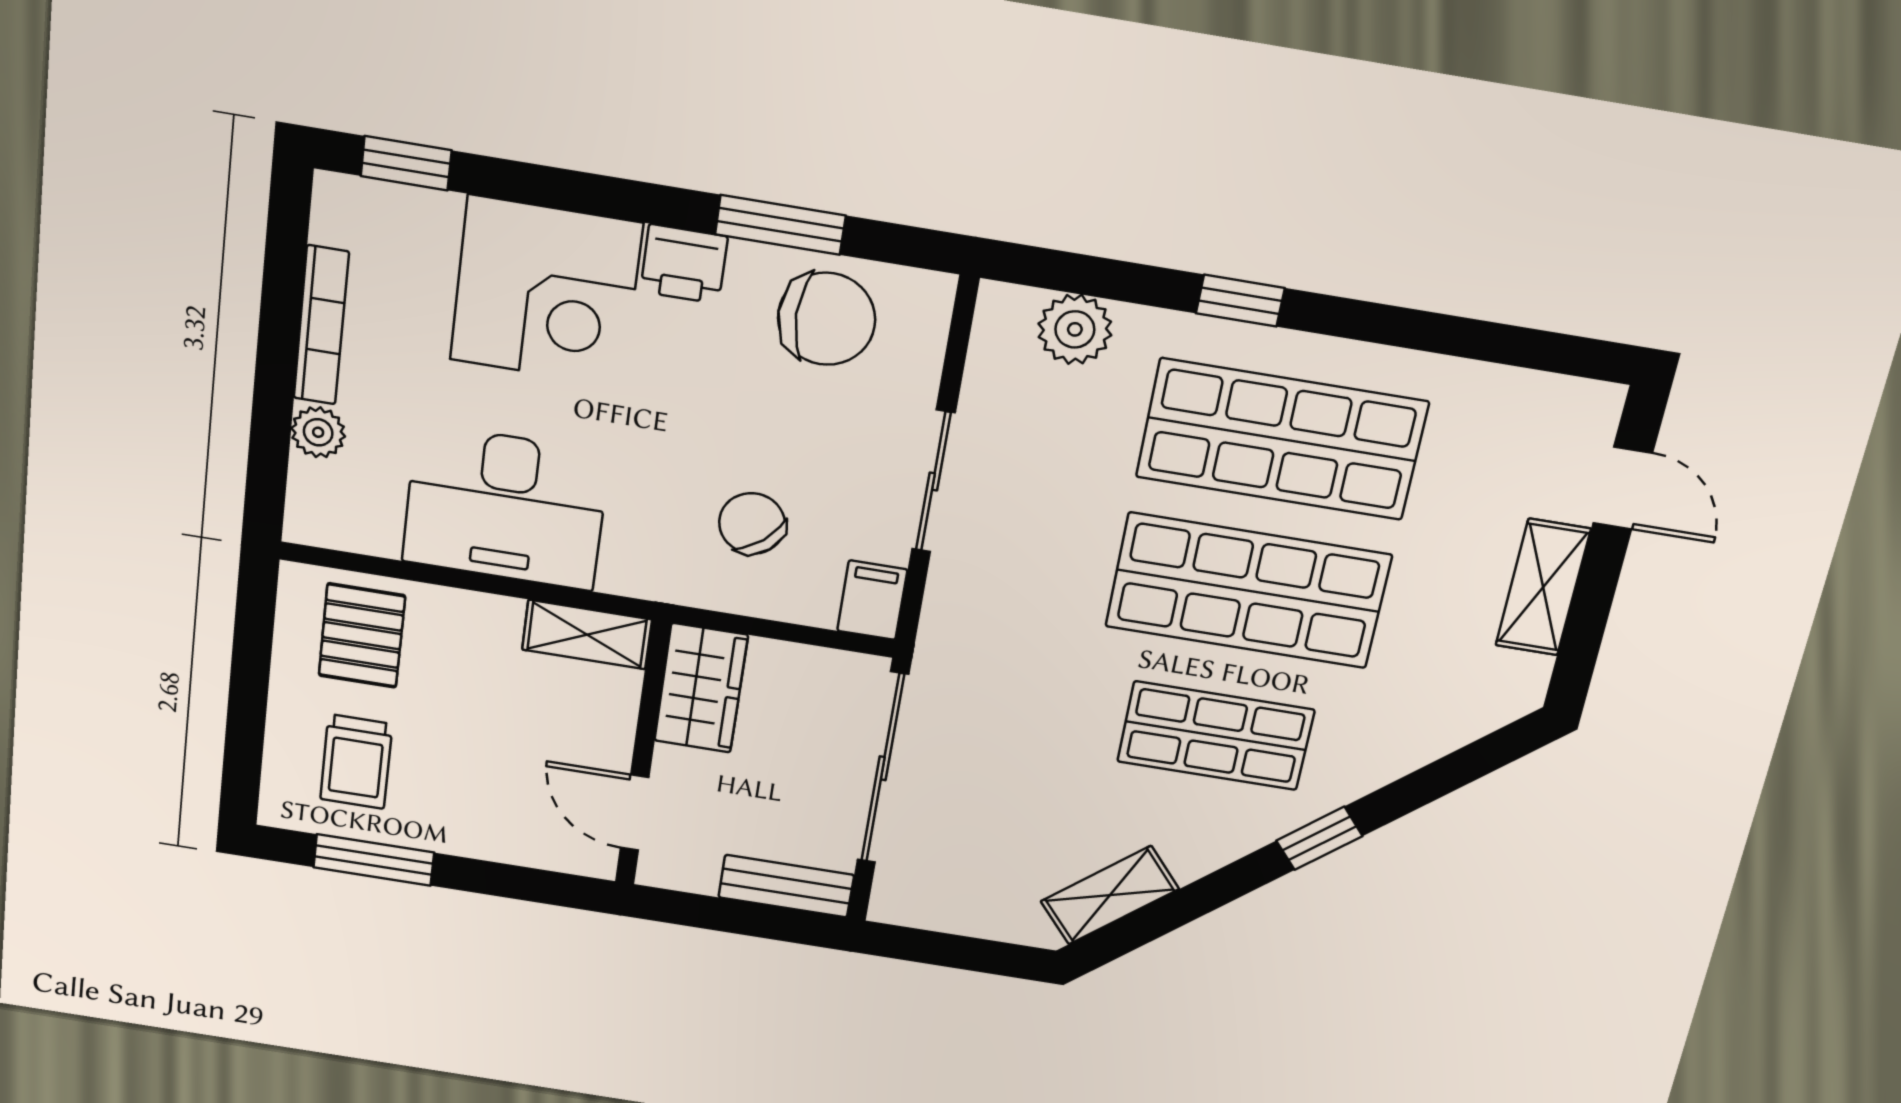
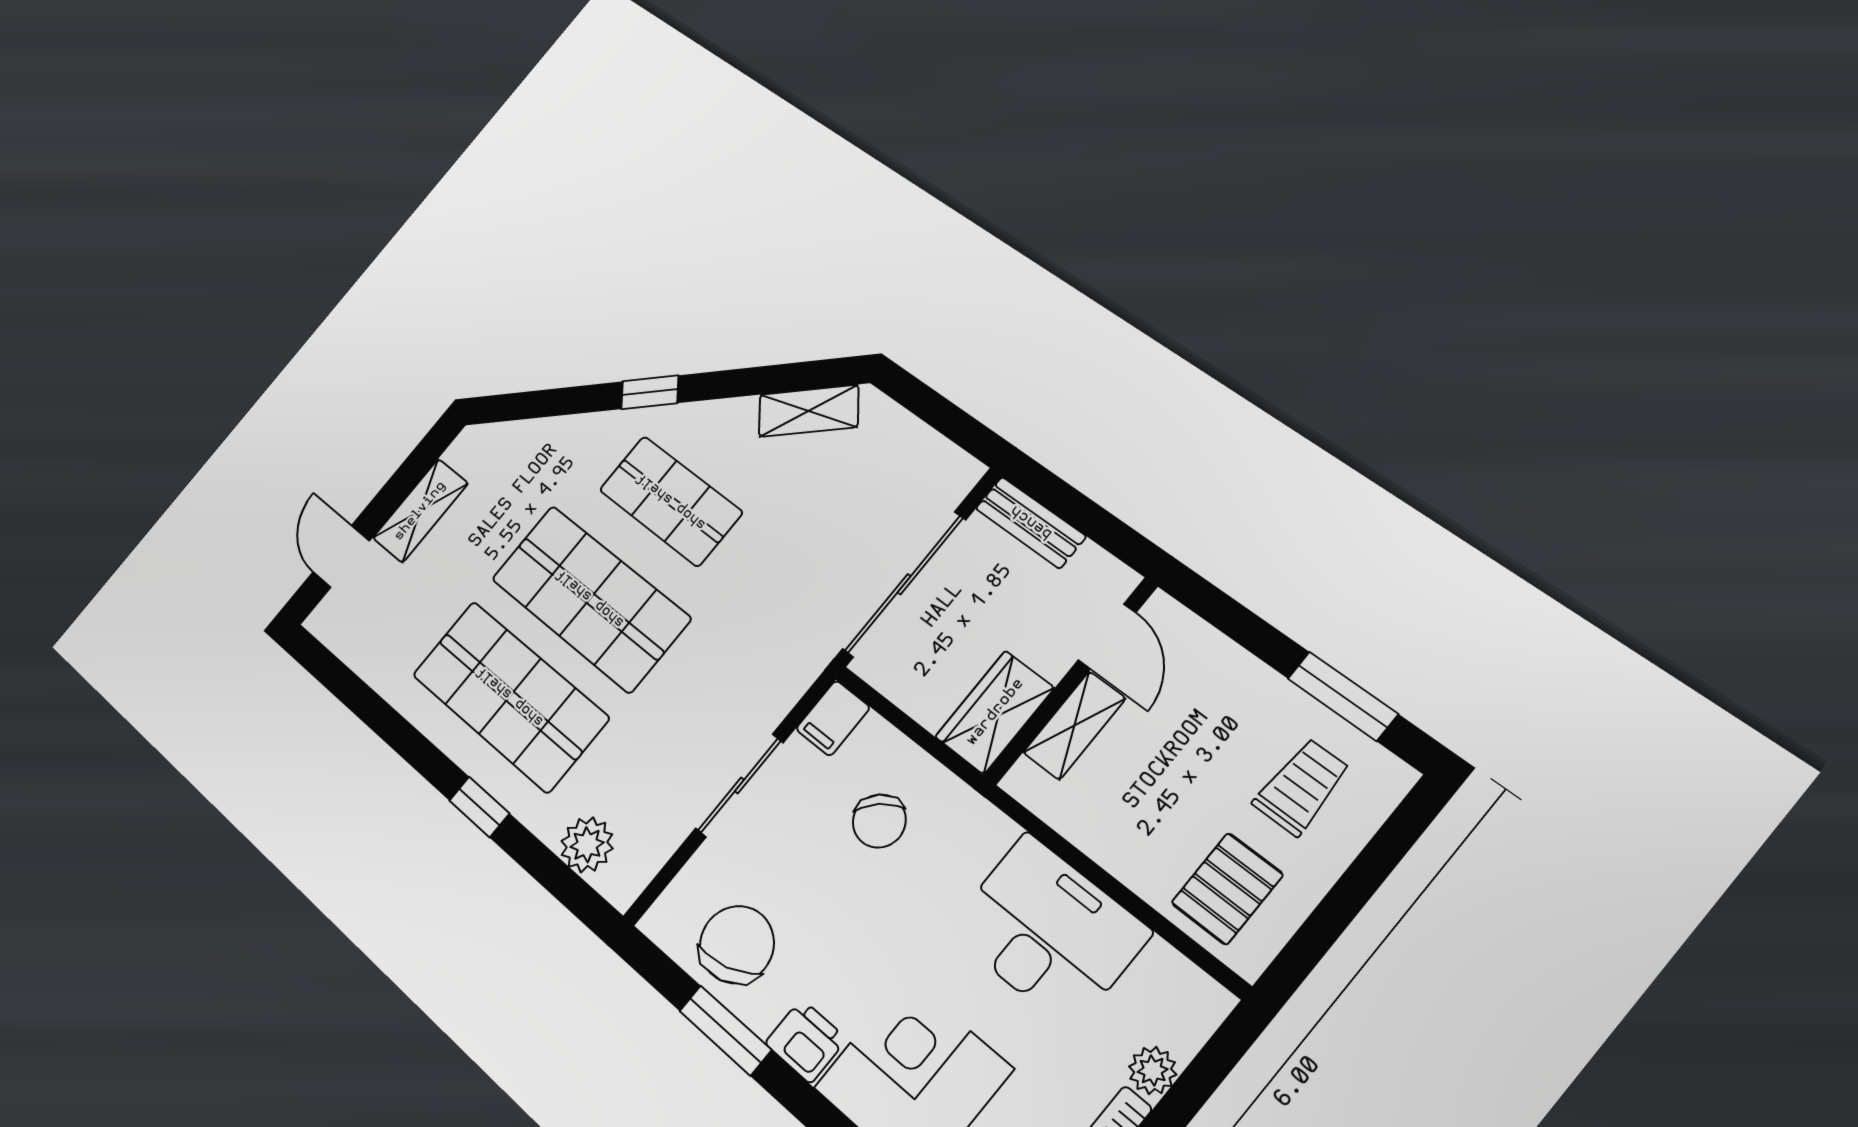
chair: (827, 319) -> (737, 945), turned 74
shelving: (587, 635) -> (1074, 726), moved, turned 90

